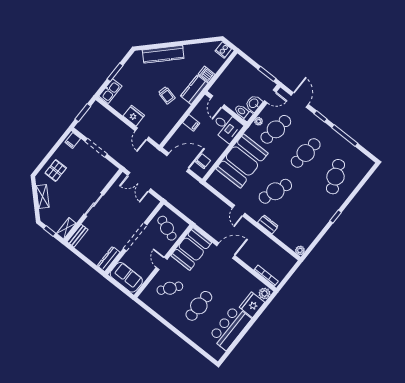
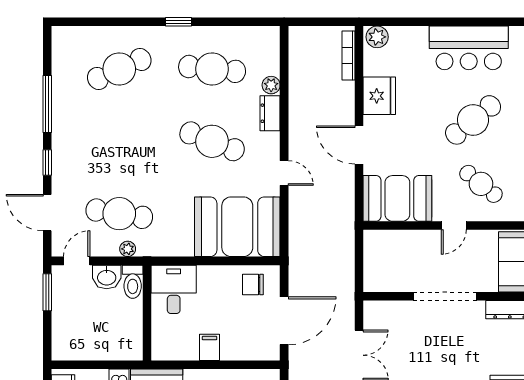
door: (270, 96) -> (77, 261), hinge flipped
door: (300, 100) -> (47, 213), hinge flipped
door: (217, 102) -> (147, 334), removed
cafe table: (306, 153) -> (212, 69), moved
booth: (242, 161) -> (237, 227), moved
door: (178, 162) -> (284, 321), swing flipped
door: (239, 211) -> (284, 173), hinge flipped
cafe table: (167, 228) -> (395, 259), removed
plant: (300, 250) -> (271, 85), moved
fridge: (252, 305) -> (379, 96), moved, turned -90
cafe table: (199, 306) -> (473, 120), turned -39

